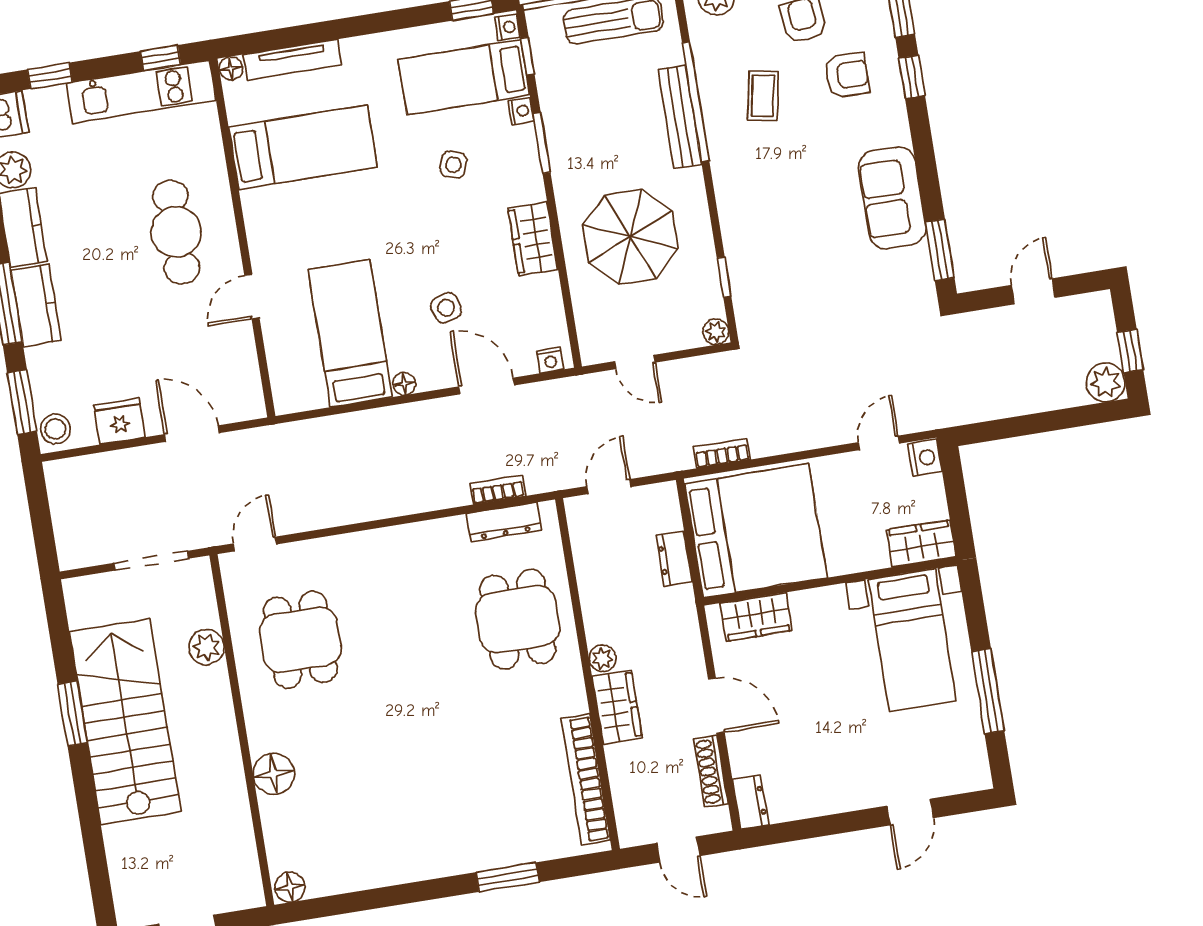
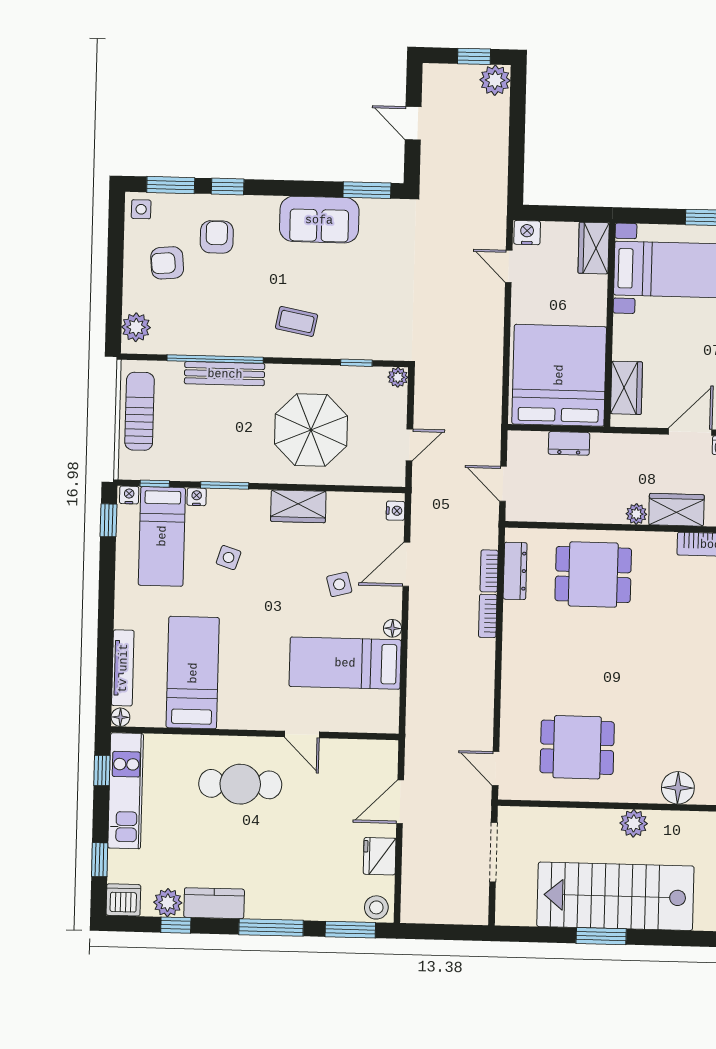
coffee table: (763, 96) -> (297, 321), moved
kitchen counter: (36, 305) -> (277, 904), removed
bookcase: (722, 453) -> (488, 616), moved
plant: (206, 647) -> (634, 823), moved

